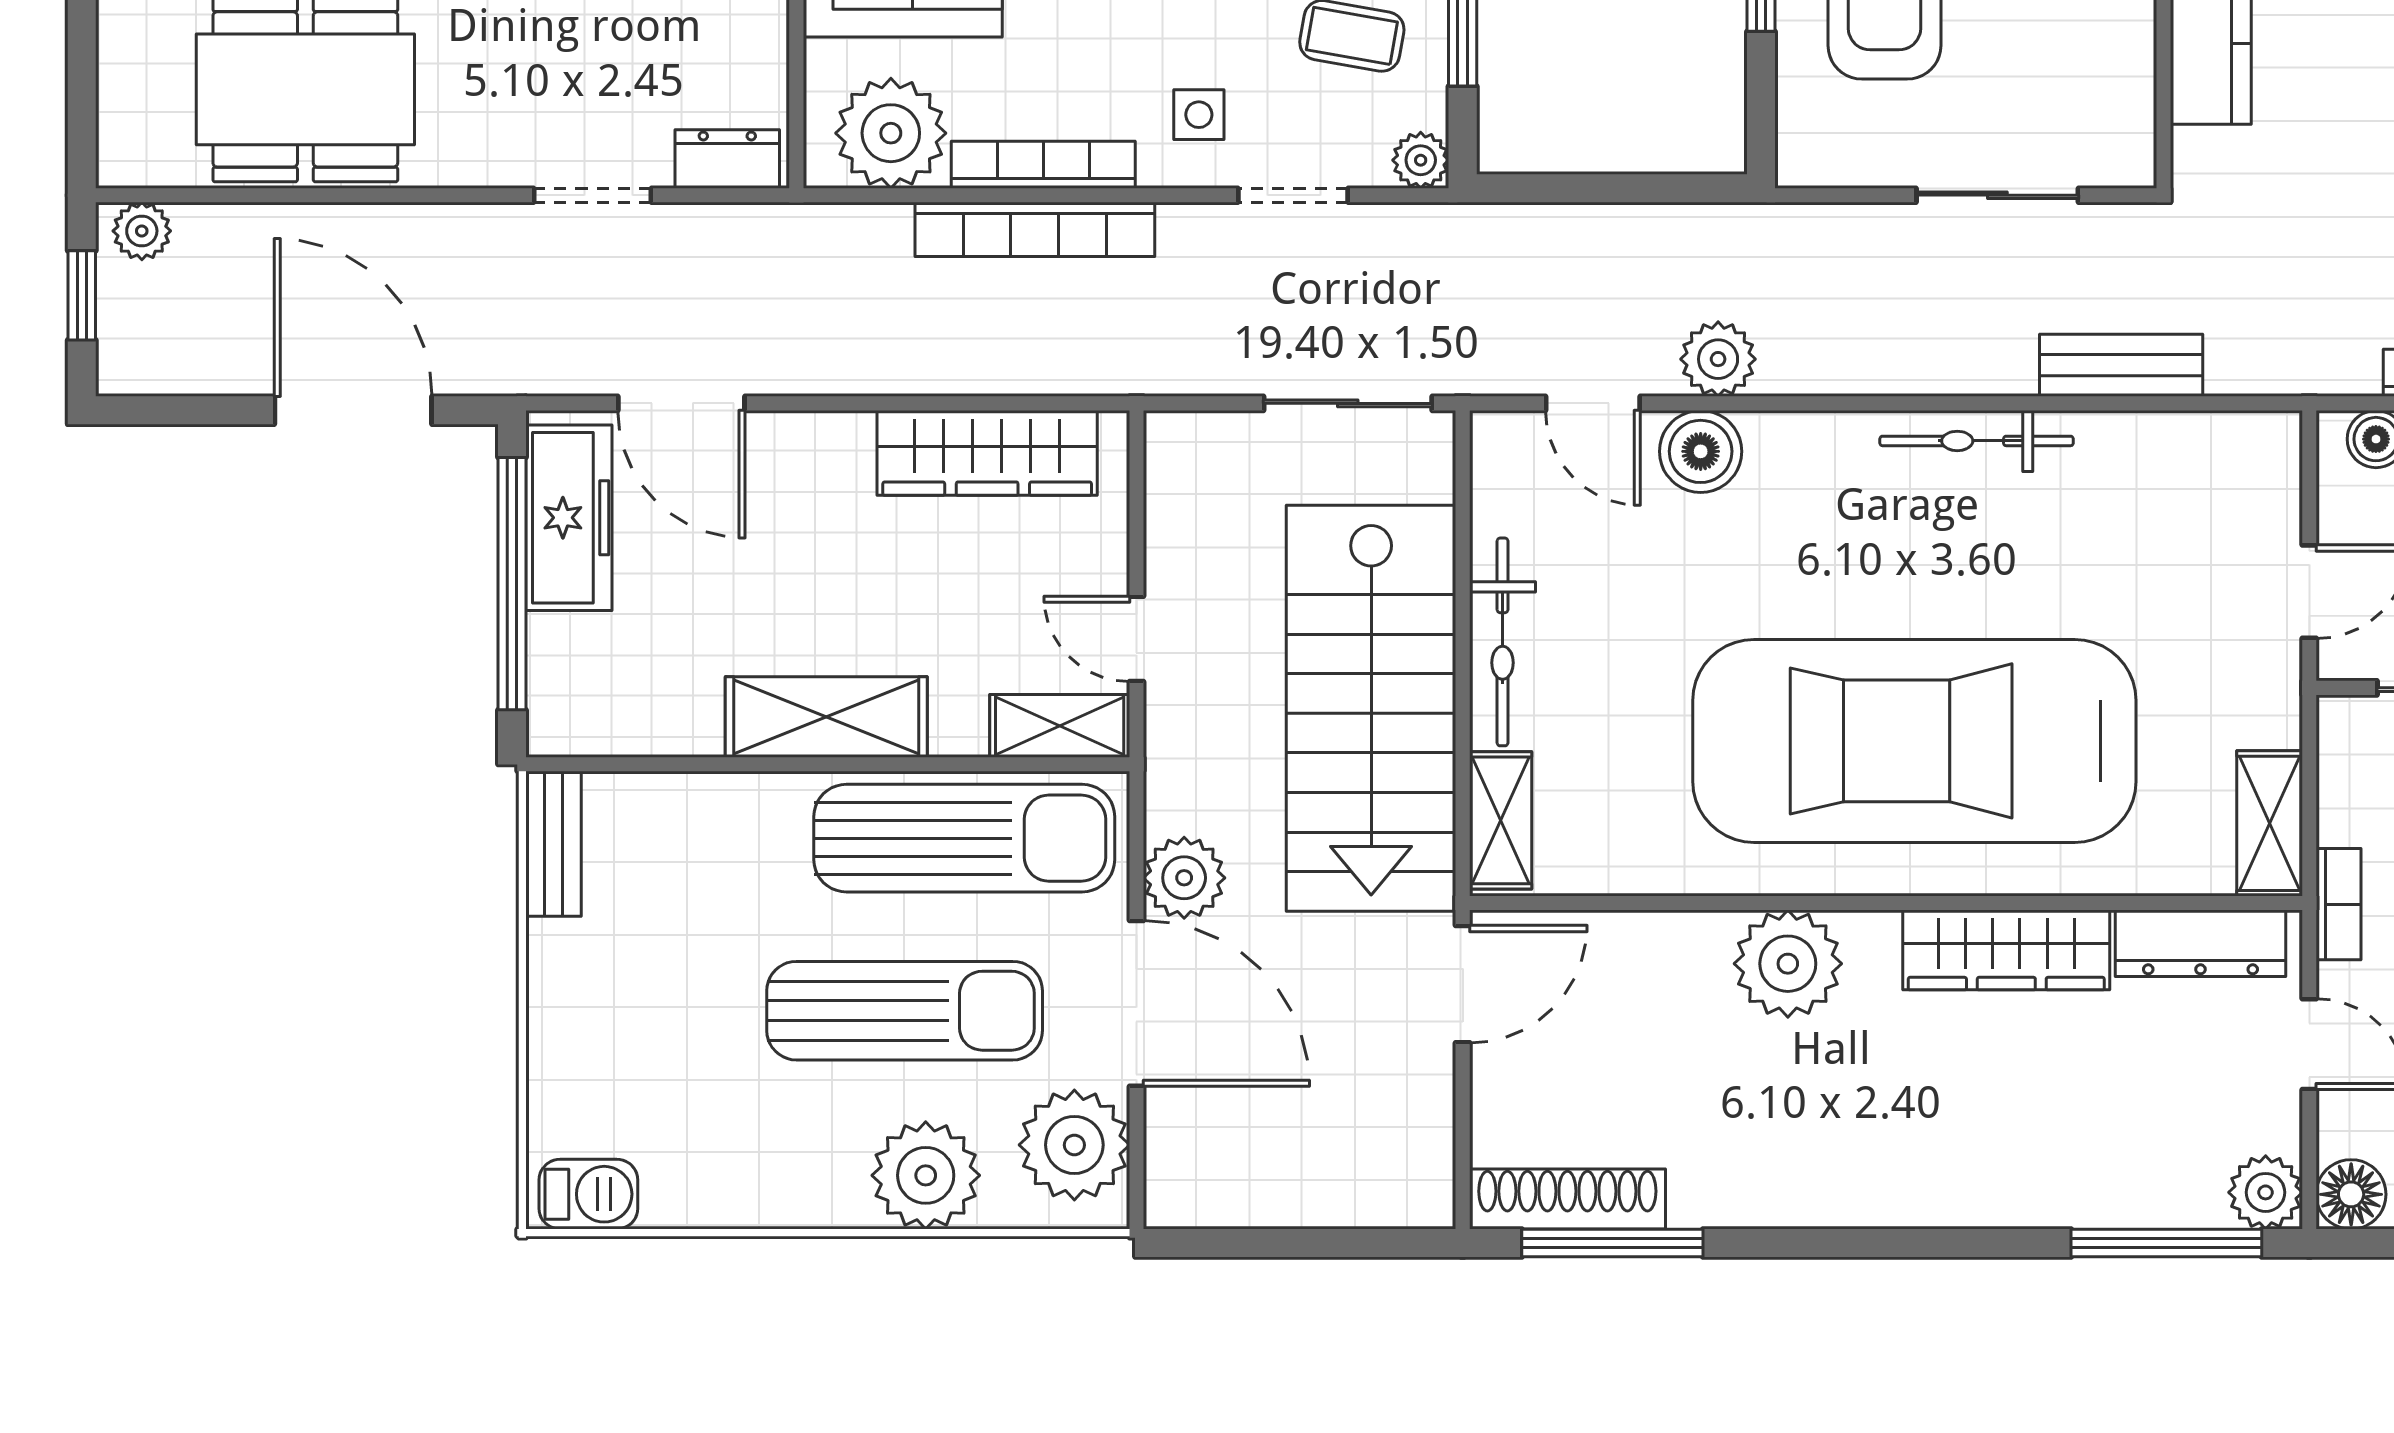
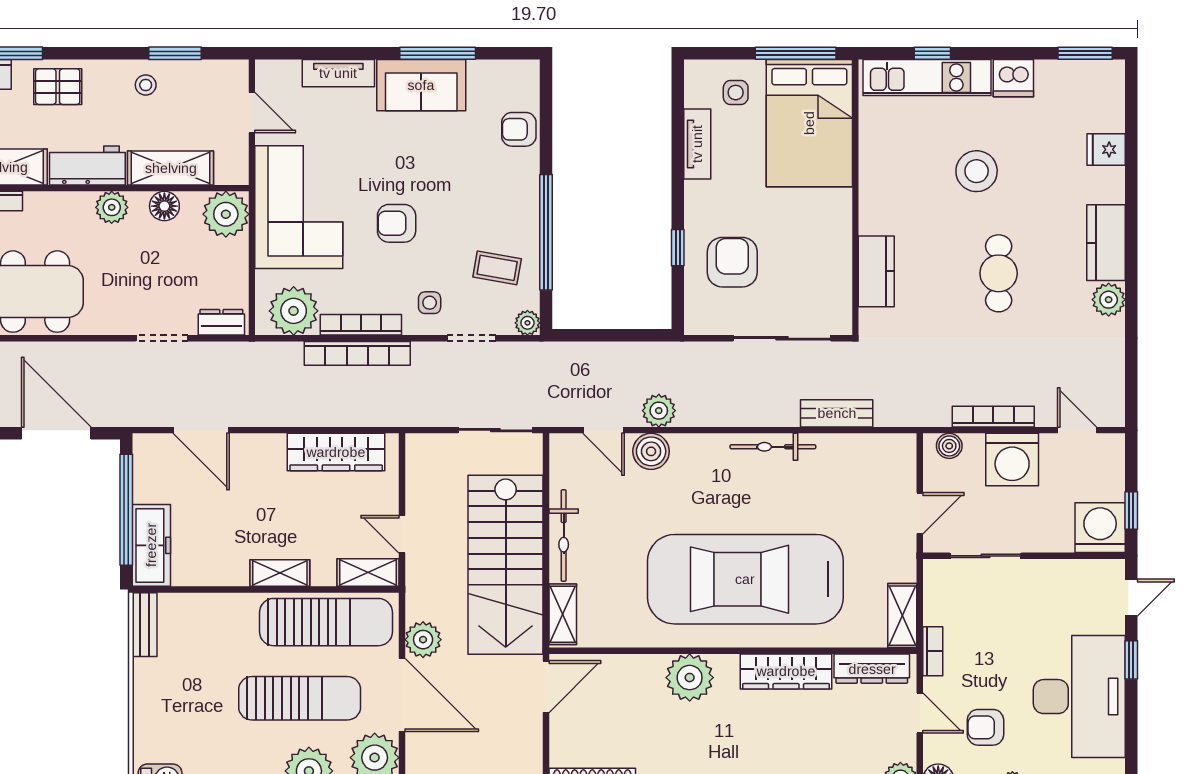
sliding door: (1997, 195) -> (782, 338), width x1.37
freezer: (569, 518) -> (151, 545), moved
shelving: (826, 717) -> (280, 573), width x0.67, depth x0.75

